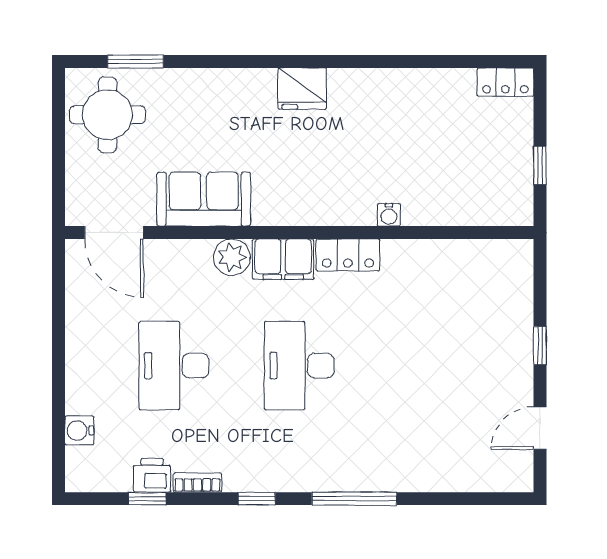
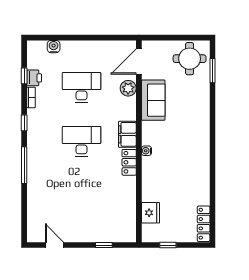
locker: (505, 82) -> (204, 224), width x1.53
fridge: (302, 89) -> (150, 213), moved, turned 180
water cooler: (389, 215) -> (146, 151), moved
plant: (232, 257) -> (128, 88), moved
window: (540, 346) -> (104, 245), moved

